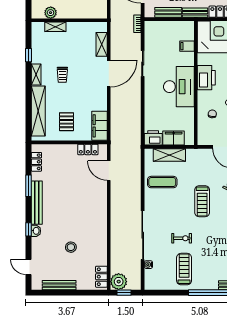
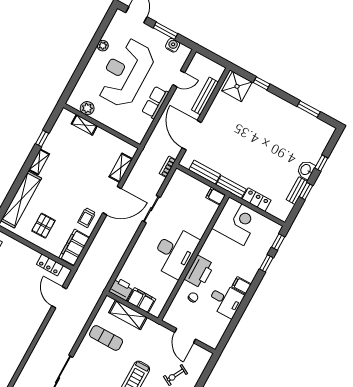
filing cabinet: (187, 46) -> (216, 196), moved
trolley: (62, 75) -> (87, 218), moved
printer: (206, 78) -> (199, 272), moved

